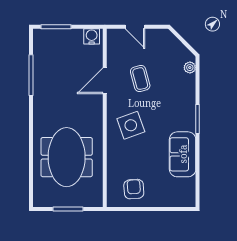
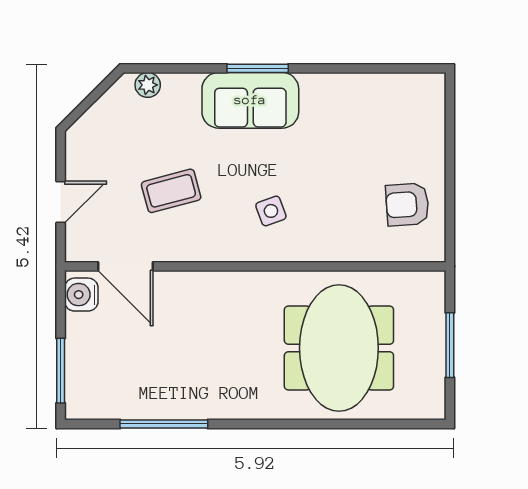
door: (105, 81) -> (126, 266), moved
side table: (131, 125) -> (271, 211), width x0.54, depth x0.54
sofa: (183, 154) -> (250, 100), moved
meeting table: (67, 157) -> (339, 348), turned 90

